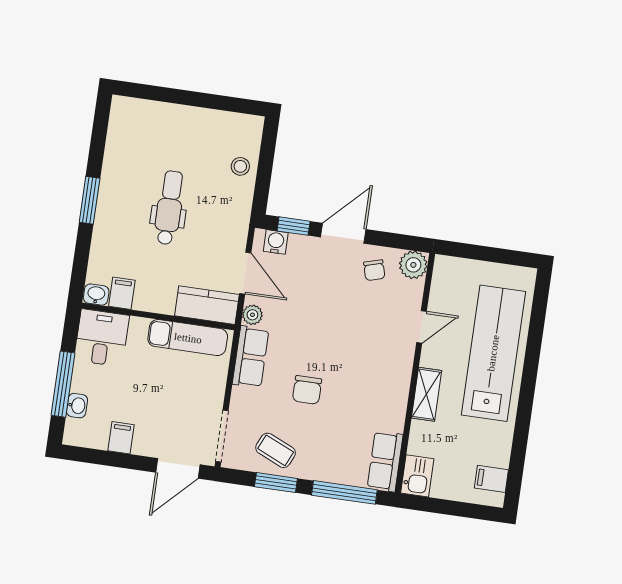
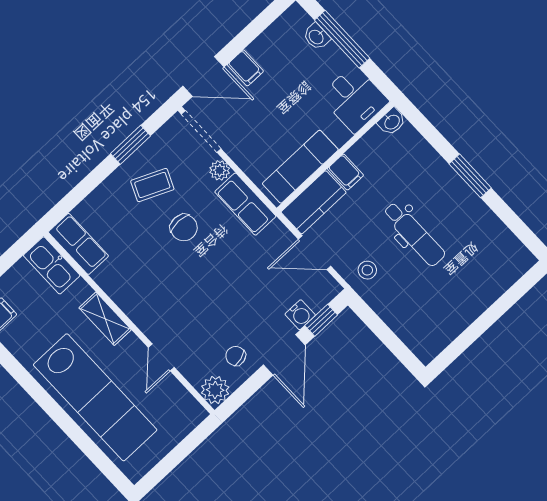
stool: (240, 166) -> (367, 270), moved
water cooler: (276, 242) -> (300, 315), moved
filing cabinet: (122, 293) -> (345, 172), moved
plant: (252, 315) -> (220, 170), moved
chair: (307, 390) -> (184, 228), turned 180
filing cabinet: (121, 438) -> (245, 68), moved
coffee table: (276, 450) -> (152, 185), moved
door: (178, 468) -> (203, 76), swing flipped
kitchen sink: (417, 476) -> (52, 265), width x1.38
window: (344, 492) -> (80, 192), removed

